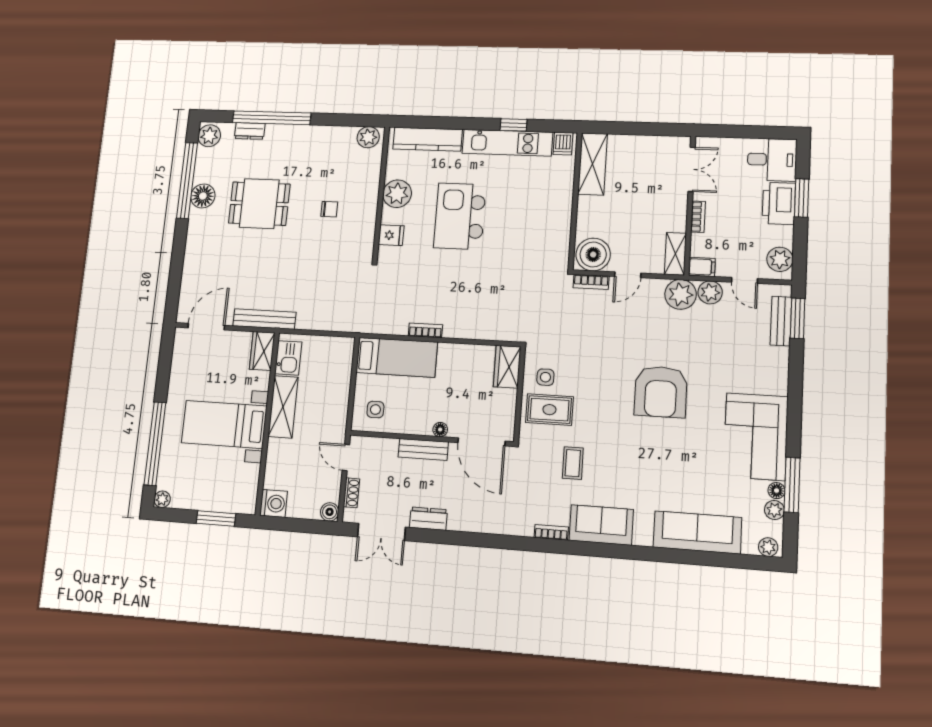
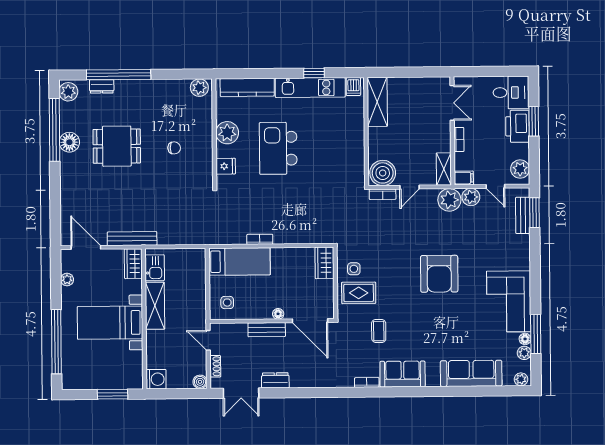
door: (206, 327) -> (86, 248), hinge flipped
plant: (162, 499) -> (67, 280), moved

